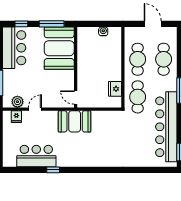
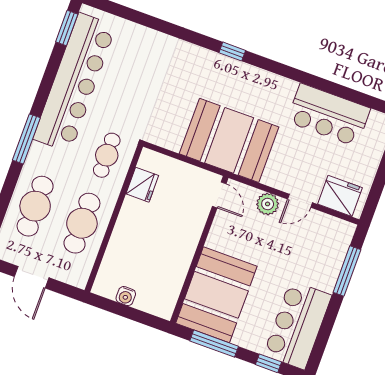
cafe table: (138, 97) -> (107, 155), width x0.73, depth x0.74
plant: (17, 102) -> (268, 204), moved
fridge: (16, 117) -> (340, 196), width x1.88, depth x1.34
booth: (75, 121) -> (229, 140), width x1.36, depth x1.42
window: (53, 170) -> (232, 52), moved

